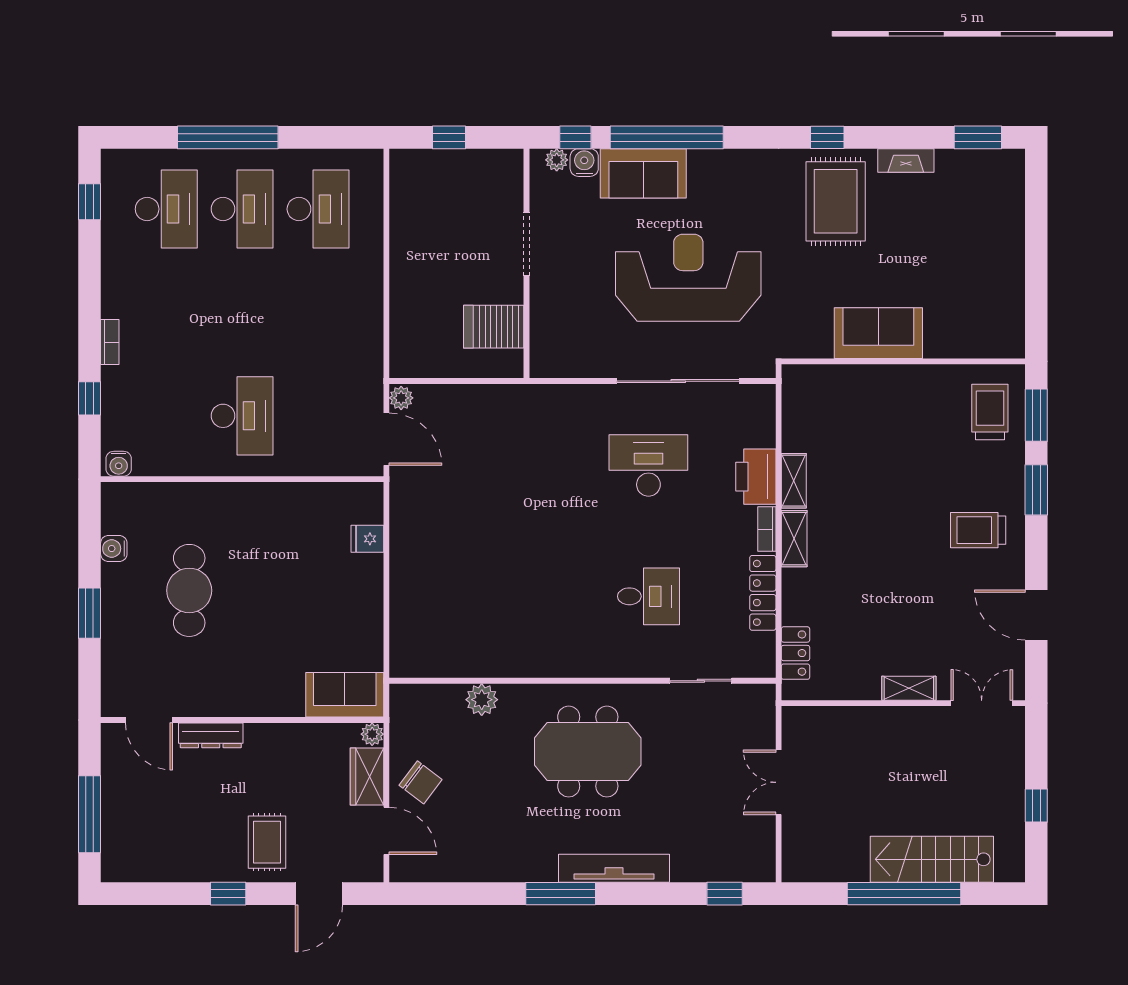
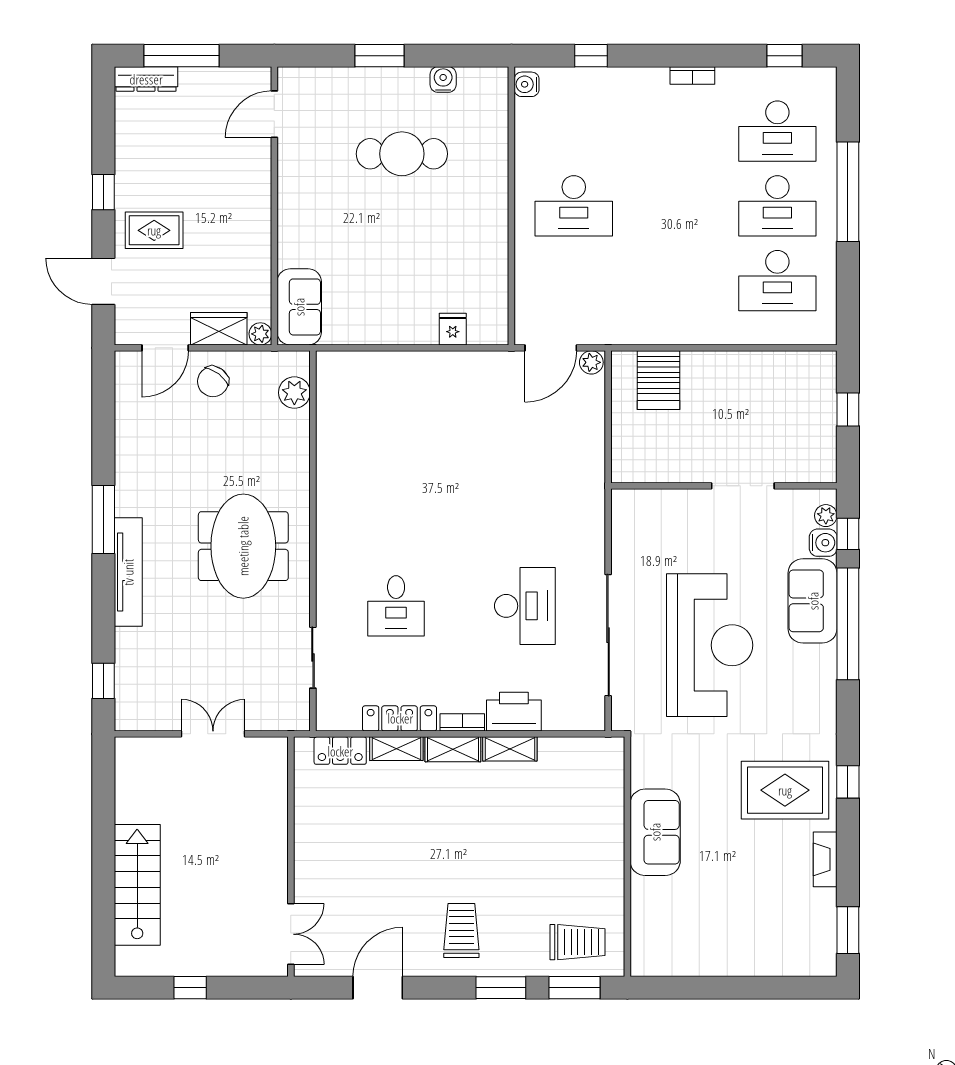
server rack: (494, 327) -> (658, 380), moved, turned 180
bookcase: (110, 342) -> (692, 76), moved
shelving: (909, 688) -> (396, 749), moved, turned 90
plant: (482, 700) -> (294, 393), moved
dresser: (211, 735) -> (146, 79), moved, turned -90
window: (904, 894) -> (103, 858), removed

